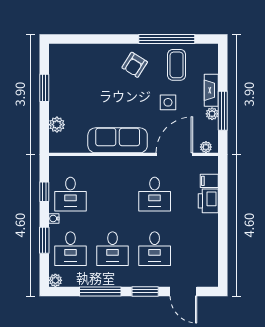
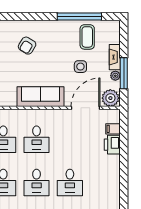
armchair: (135, 65) -> (27, 46), moved
plant: (206, 147) -> (110, 98), width x1.88, depth x1.88
desk: (155, 194) -> (37, 139), moved

